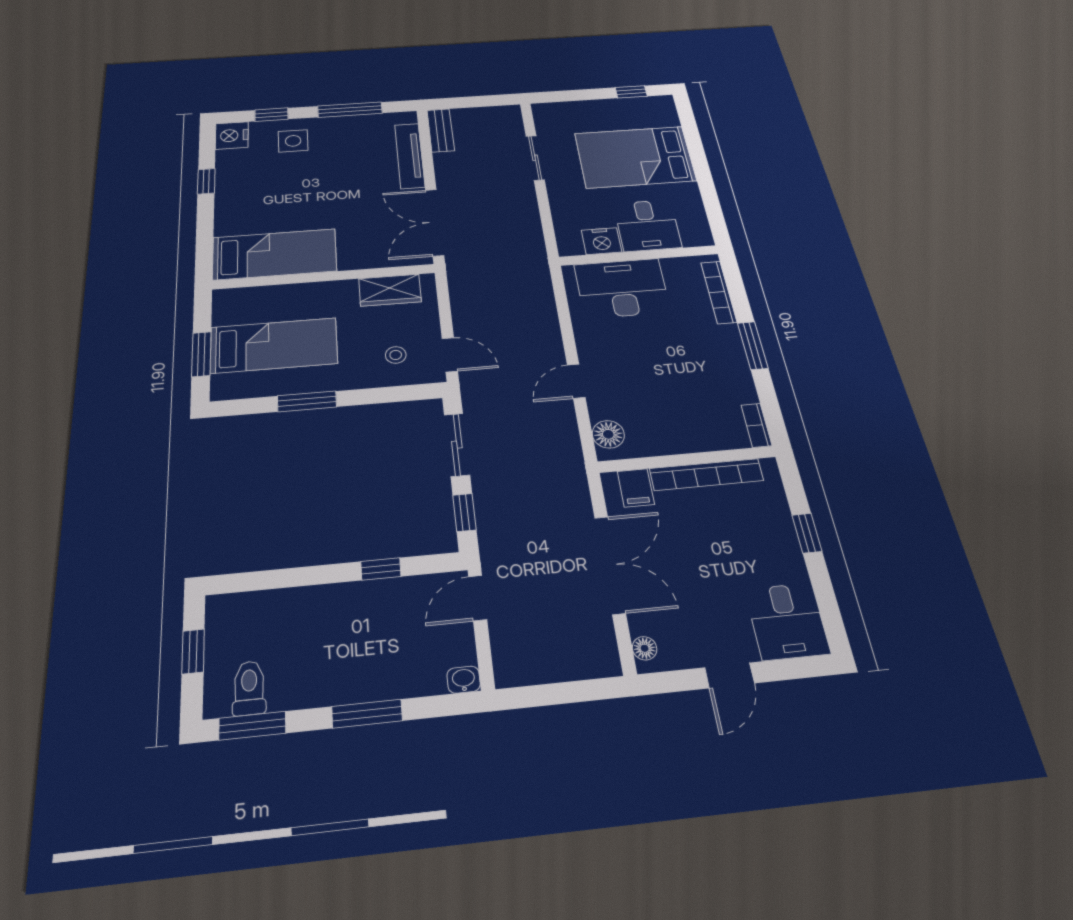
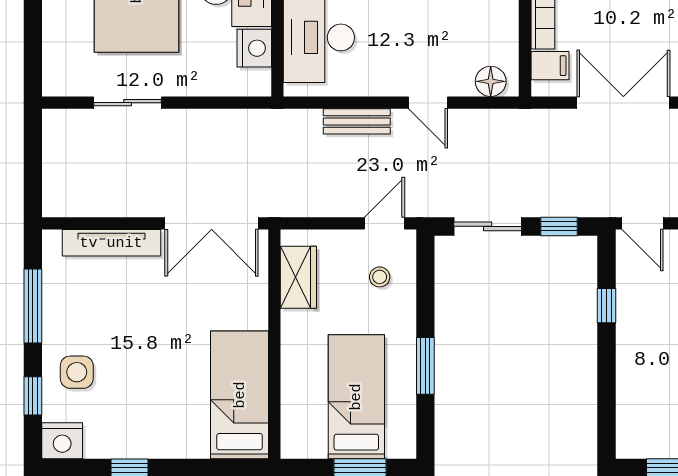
bench: (441, 130) -> (357, 121), moved

